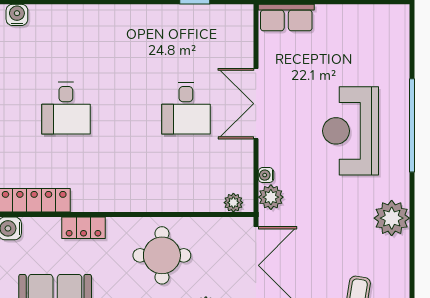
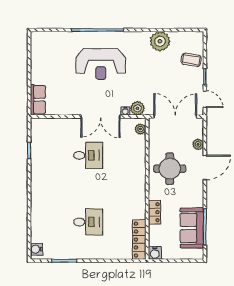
double door: (256, 104) -> (100, 117), moved
plant: (392, 218) -> (160, 41), moved

